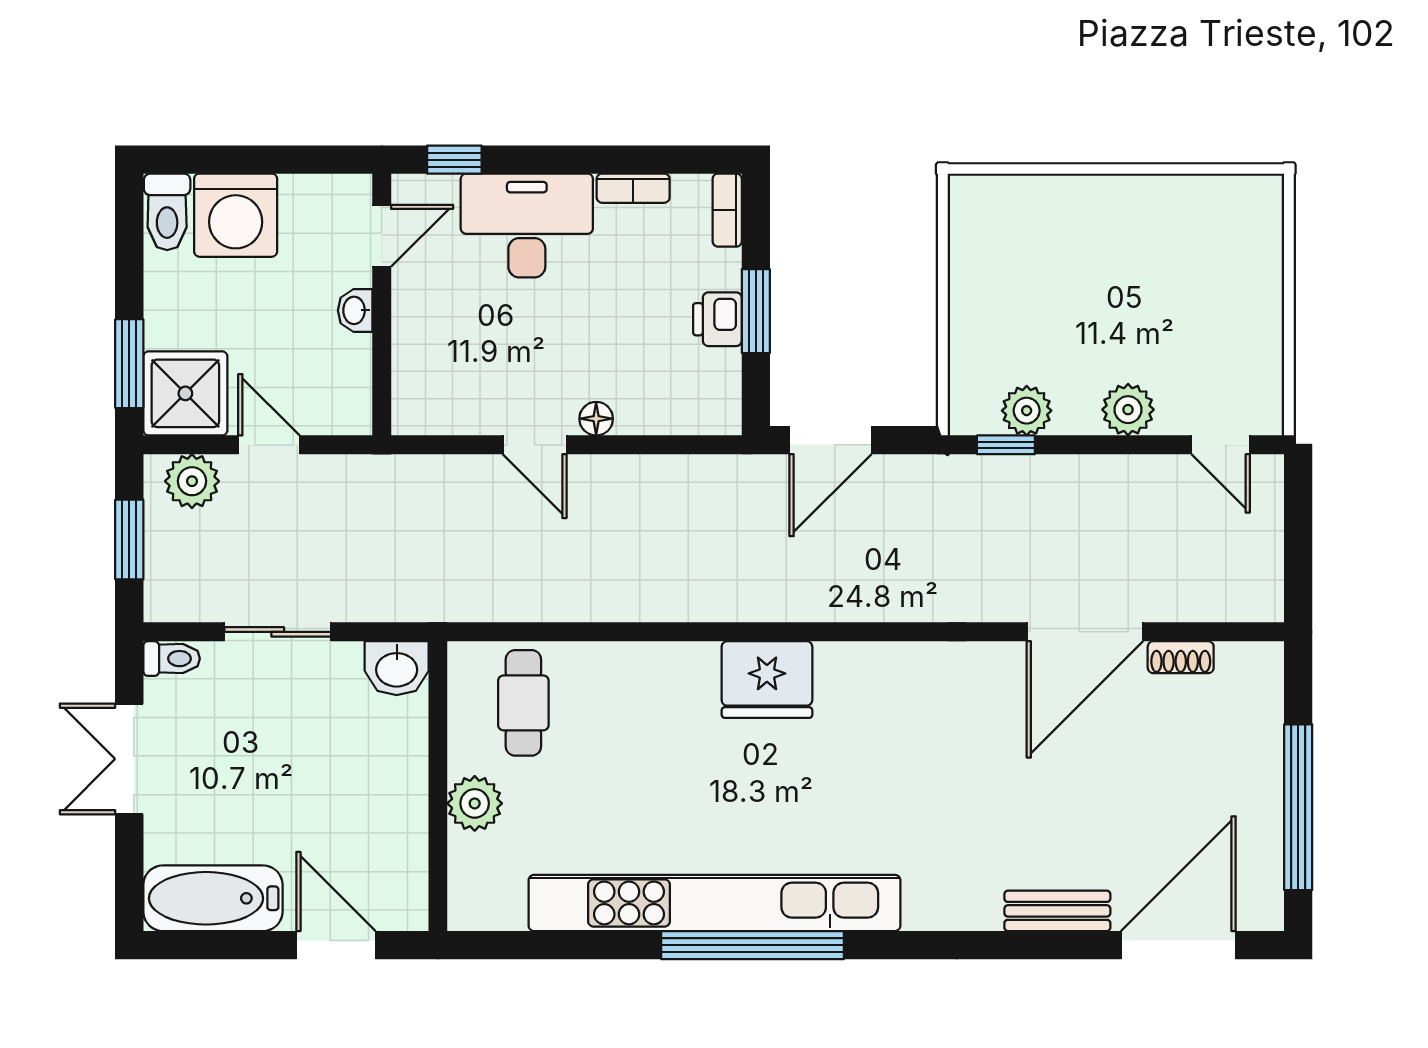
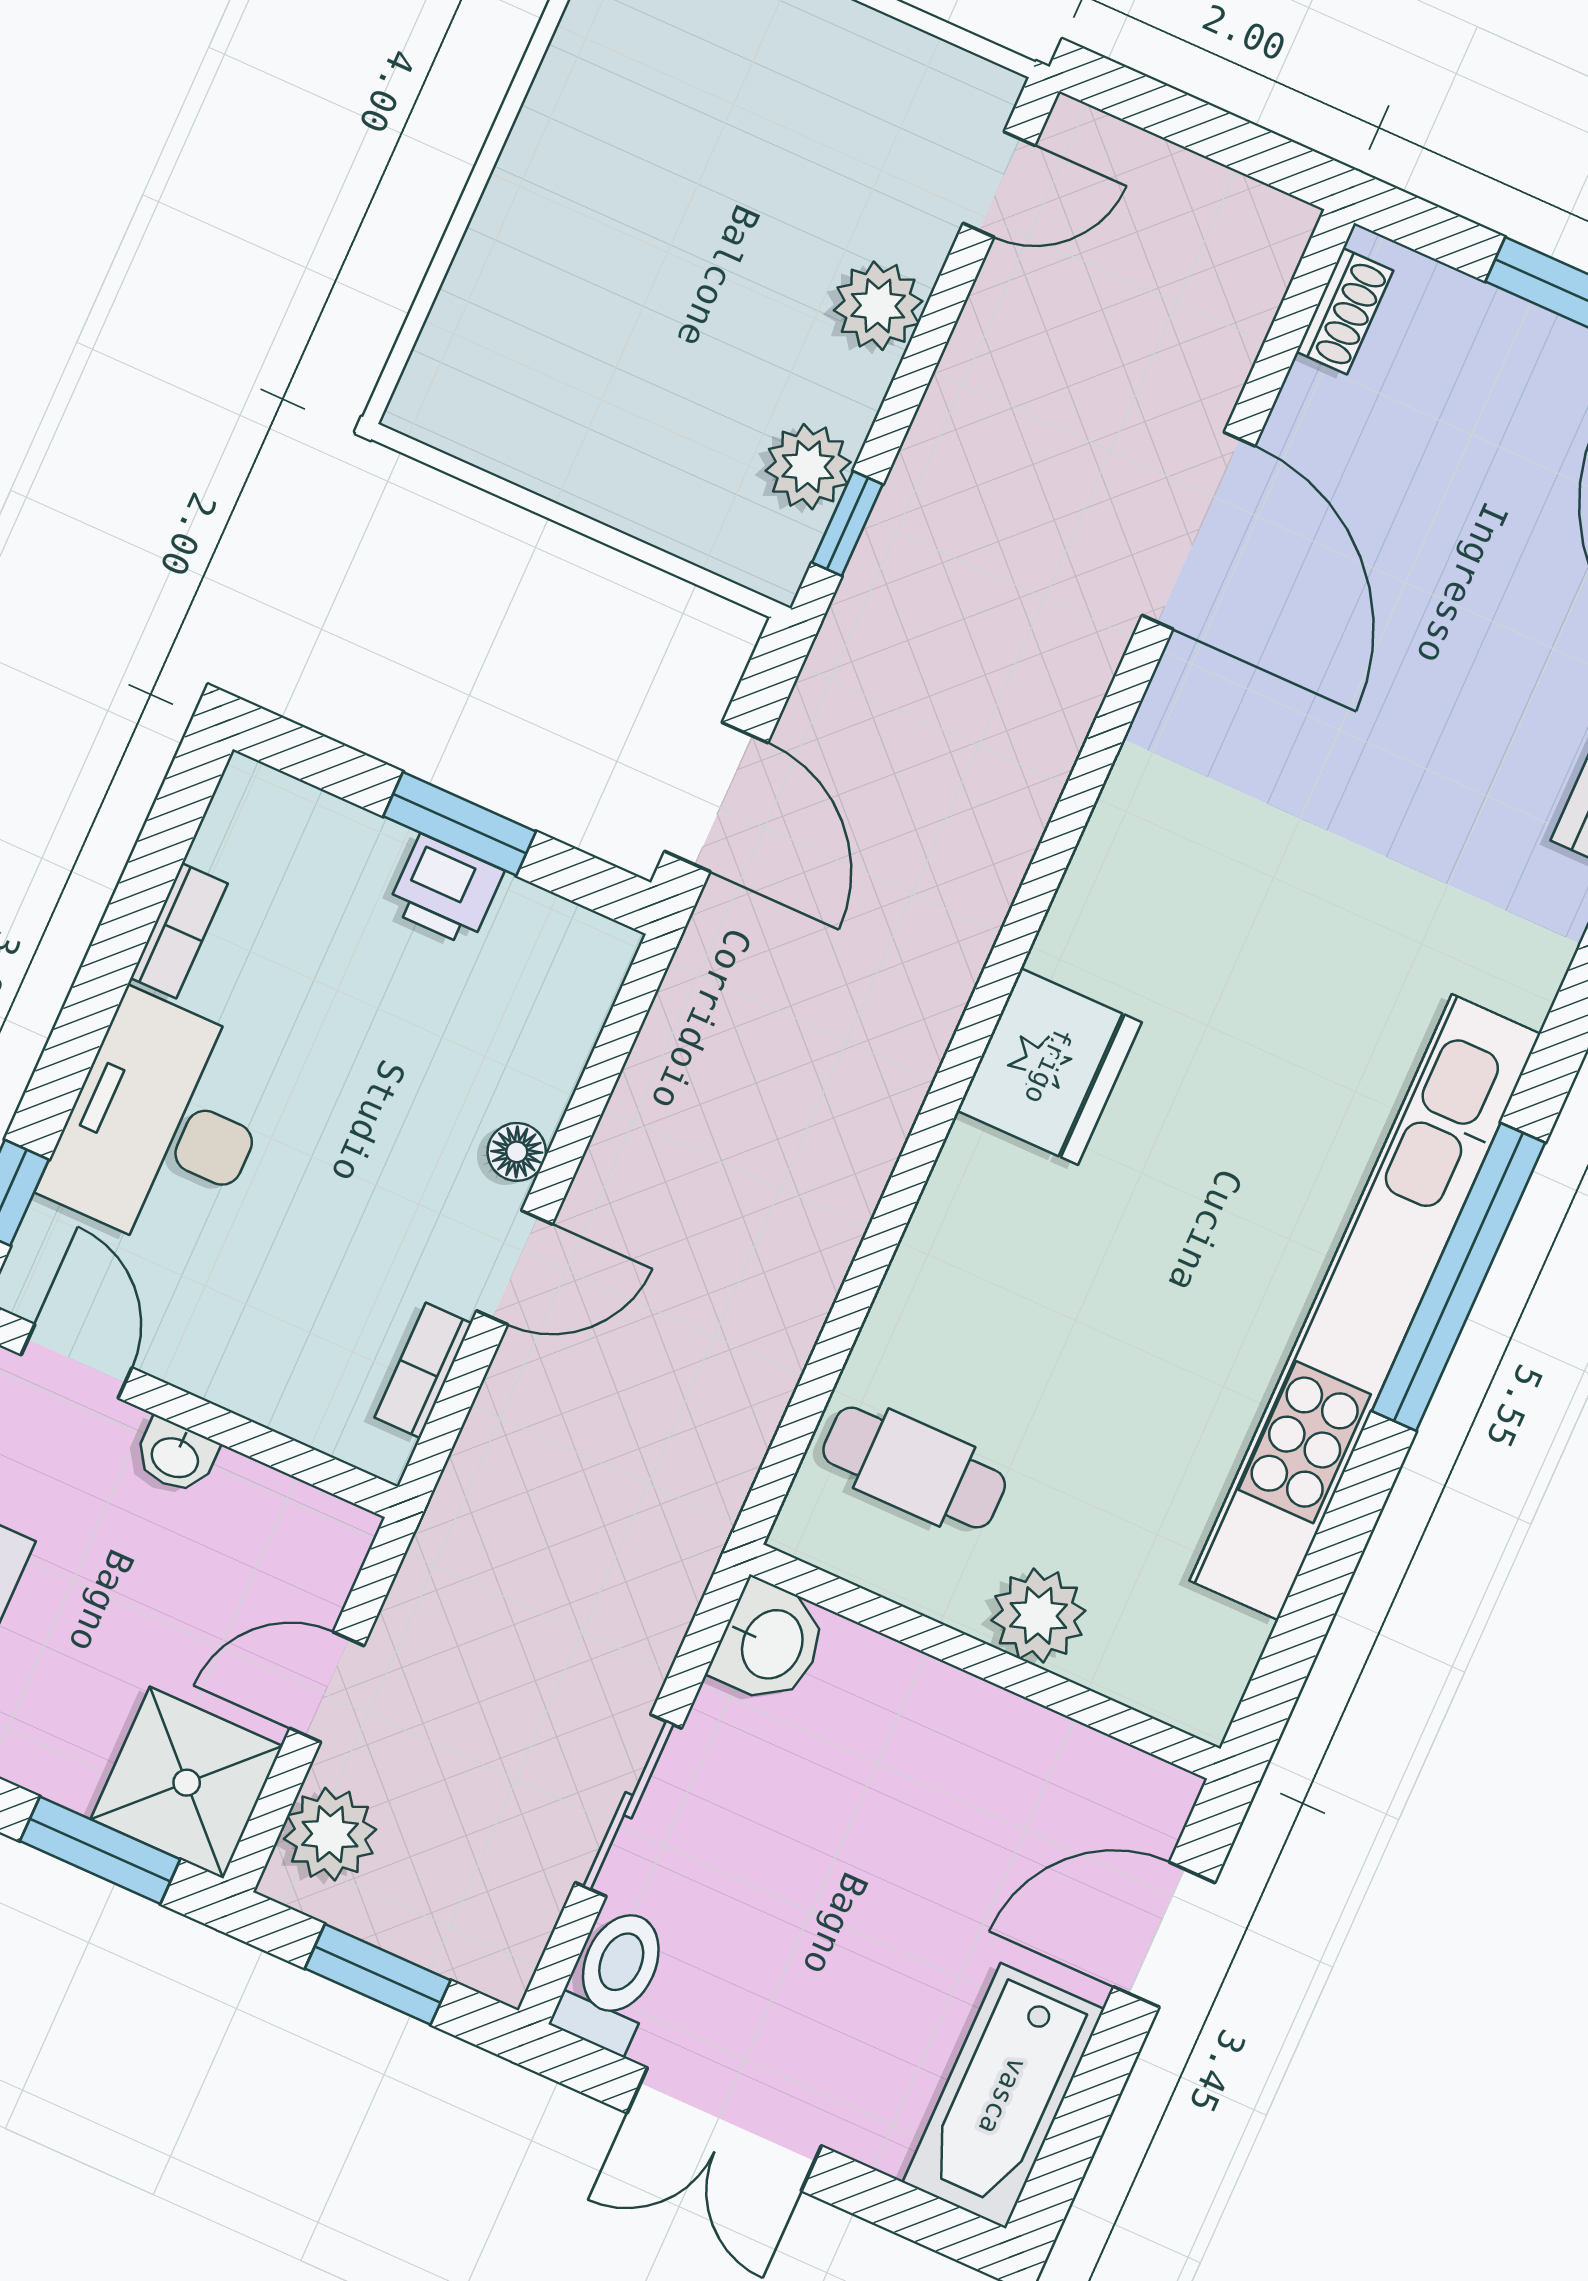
bookcase: (727, 210) -> (423, 1370), moved, turned 90
shoe rack: (1181, 657) -> (1345, 311), moved
toilet: (172, 659) -> (614, 1979), width x1.37, depth x1.39

